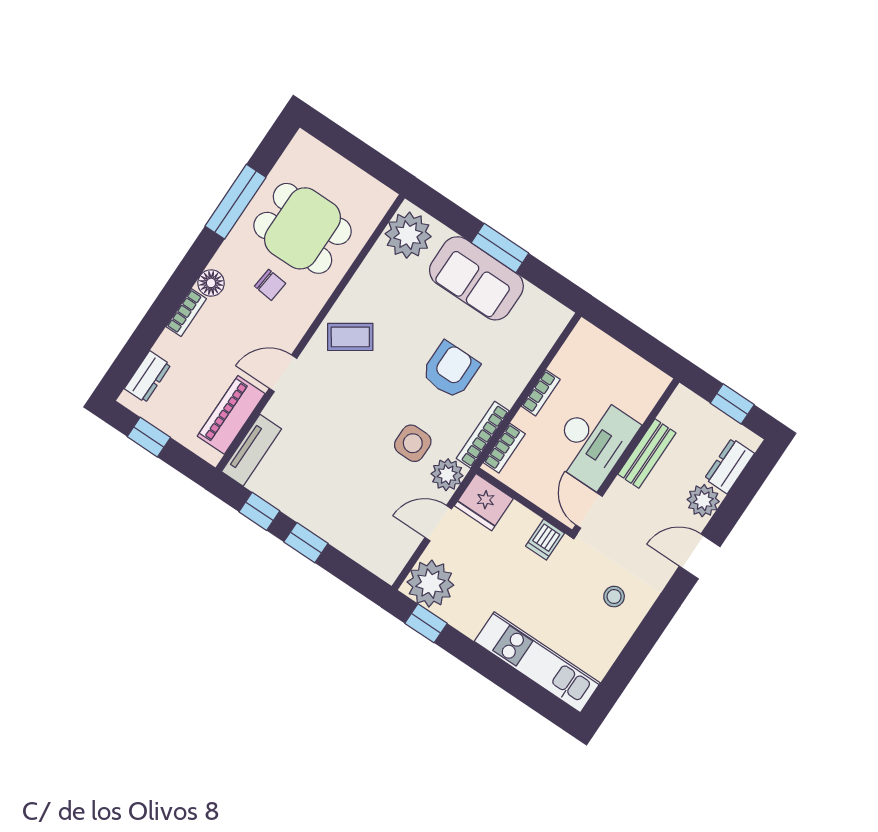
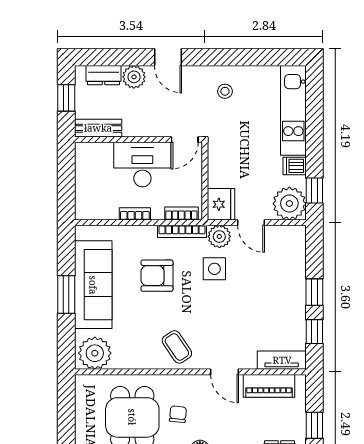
sofa: (476, 278) -> (93, 285), width x1.36
bench: (647, 454) -> (98, 128), moved
dishwasher: (545, 540) -> (295, 166), moved, turned 180

